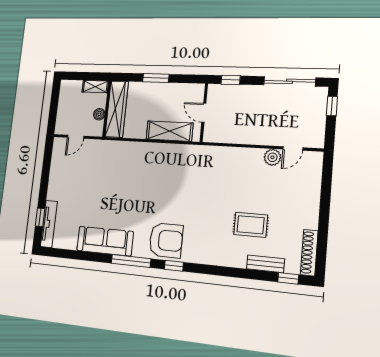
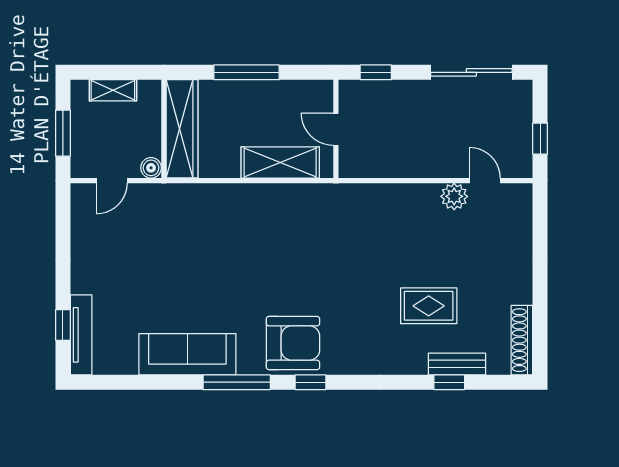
window: (156, 78) -> (247, 72), width x1.44
shelving: (95, 87) -> (113, 90), moved
window: (332, 106) -> (540, 139), moved
window: (53, 109) -> (63, 133), added
boiler: (99, 114) -> (151, 168), moved
door: (293, 148) -> (485, 181), swing flipped
window: (288, 278) -> (449, 382), moved

